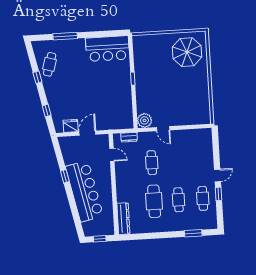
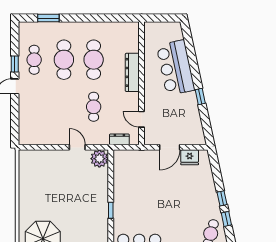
window: (47, 110) -> (222, 198), moved
bar counter: (84, 191) -> (176, 68), width x0.73
cafe table: (178, 200) -> (64, 60), width x1.37, depth x1.35
dresser: (123, 219) -> (132, 72), moved
window: (100, 239) -> (162, 18), removed

